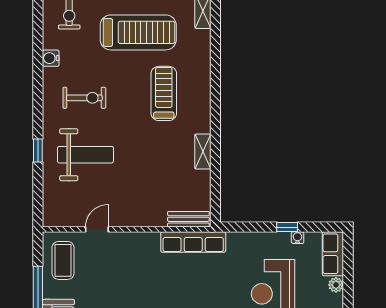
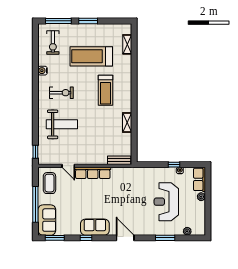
treadmill: (138, 32) -> (91, 56), turned 180
treadmill: (164, 93) -> (105, 90), turned 180
window: (38, 150) -> (35, 152), moved
door: (97, 229) -> (68, 166), swing flipped
row of seats: (193, 242) -> (93, 173), moved

